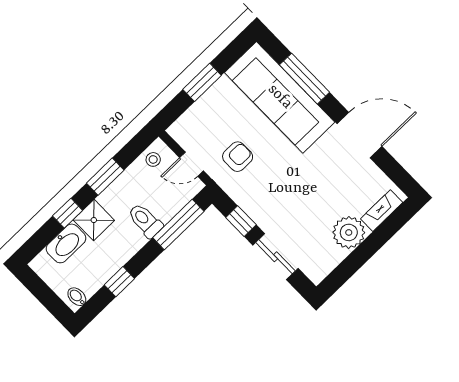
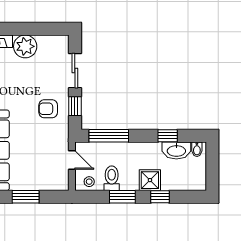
armchair: (238, 157) -> (48, 109), moved
toilet: (145, 221) -> (112, 178), moved, turned 180
washbasin: (66, 243) -> (176, 150), moved, turned 180

